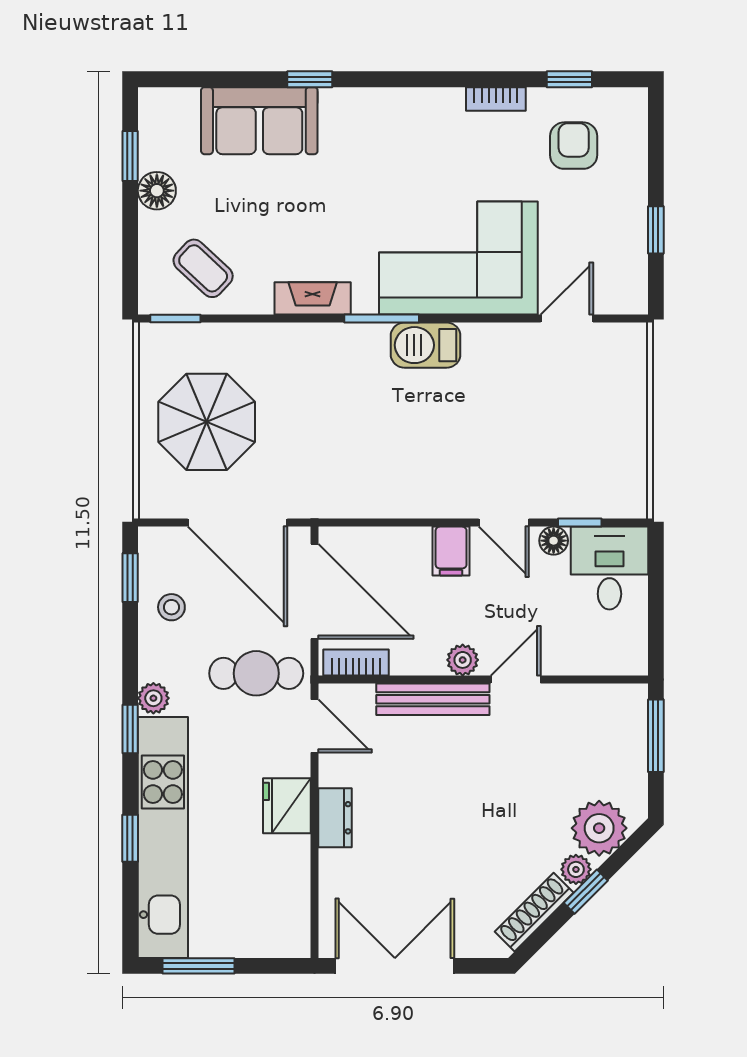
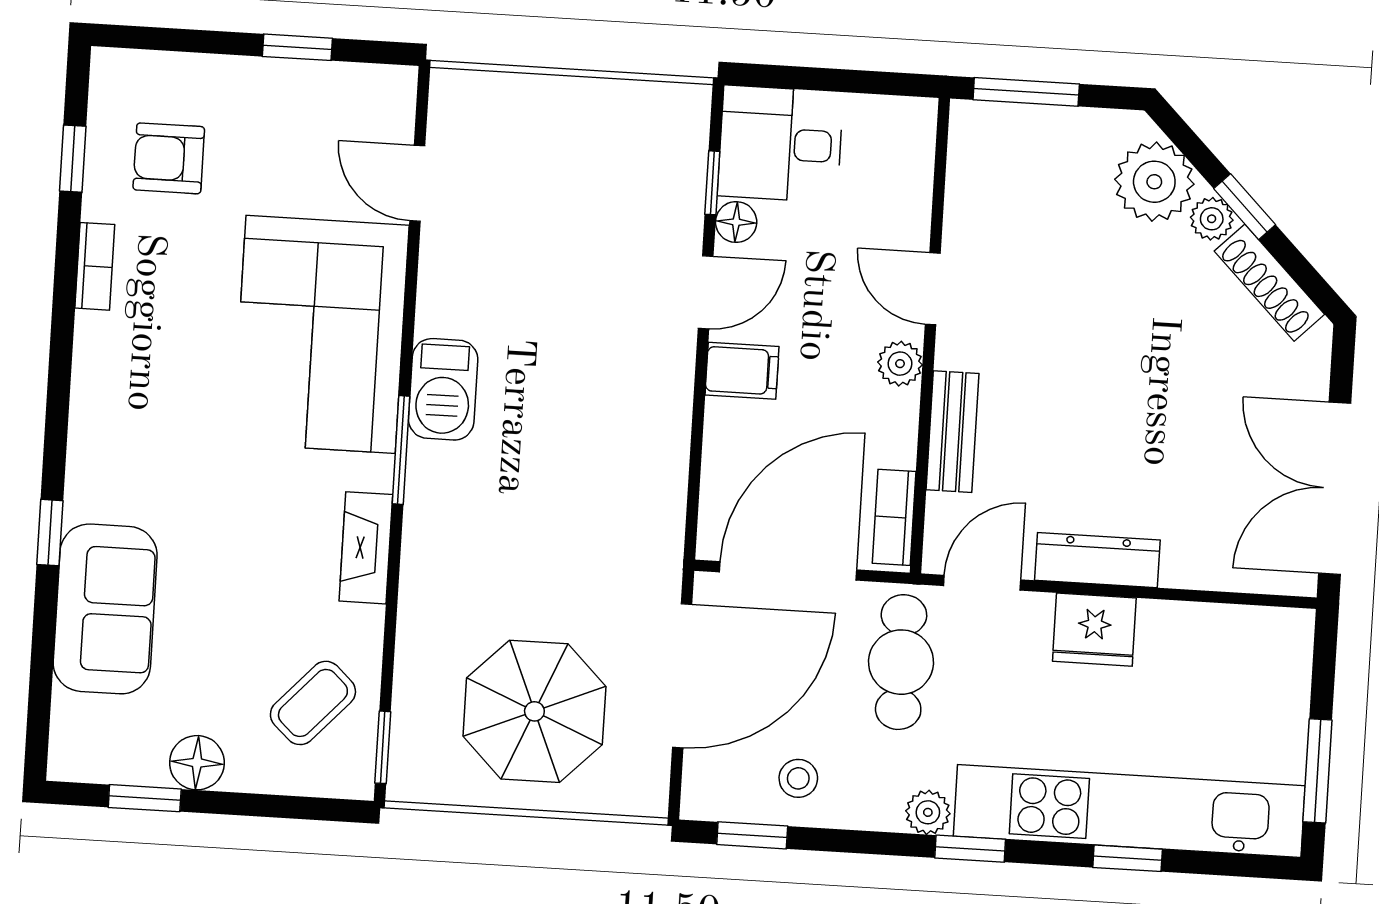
bench: (433, 699) -> (953, 432), width x0.73
dresser: (335, 818) -> (1097, 560), width x1.44

